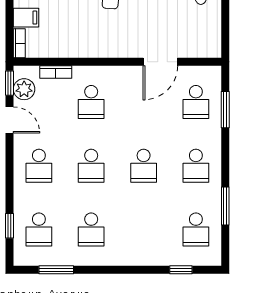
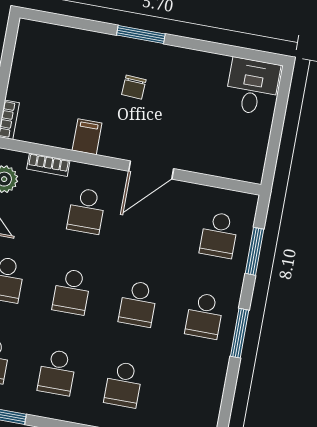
filing cabinet: (26, 18) -> (87, 137), moved, turned -90
door: (160, 62) -> (151, 170), moved
window: (225, 206) -> (240, 333), moved
school desk: (196, 229) -> (123, 384), moved

